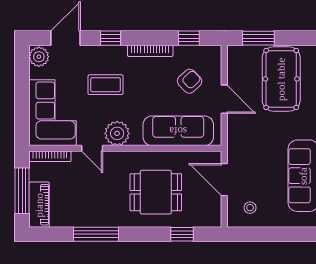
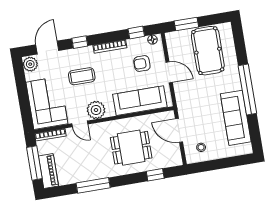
floor lamp: (209, 51) -> (152, 40), added
armchair: (190, 81) -> (142, 64), turned -137

